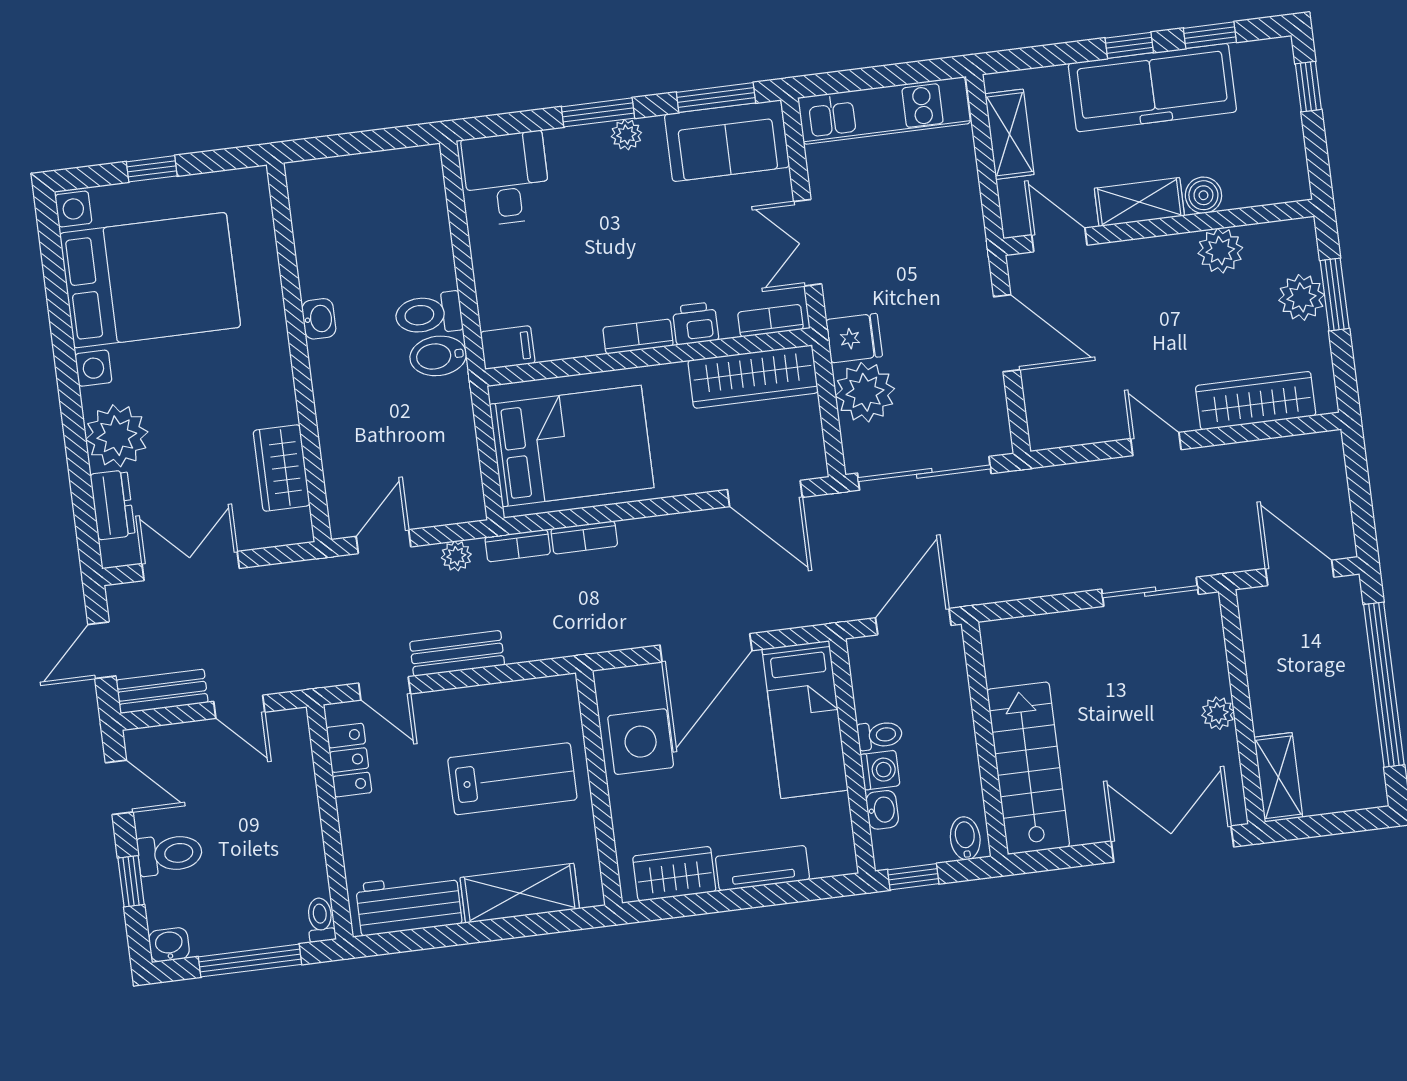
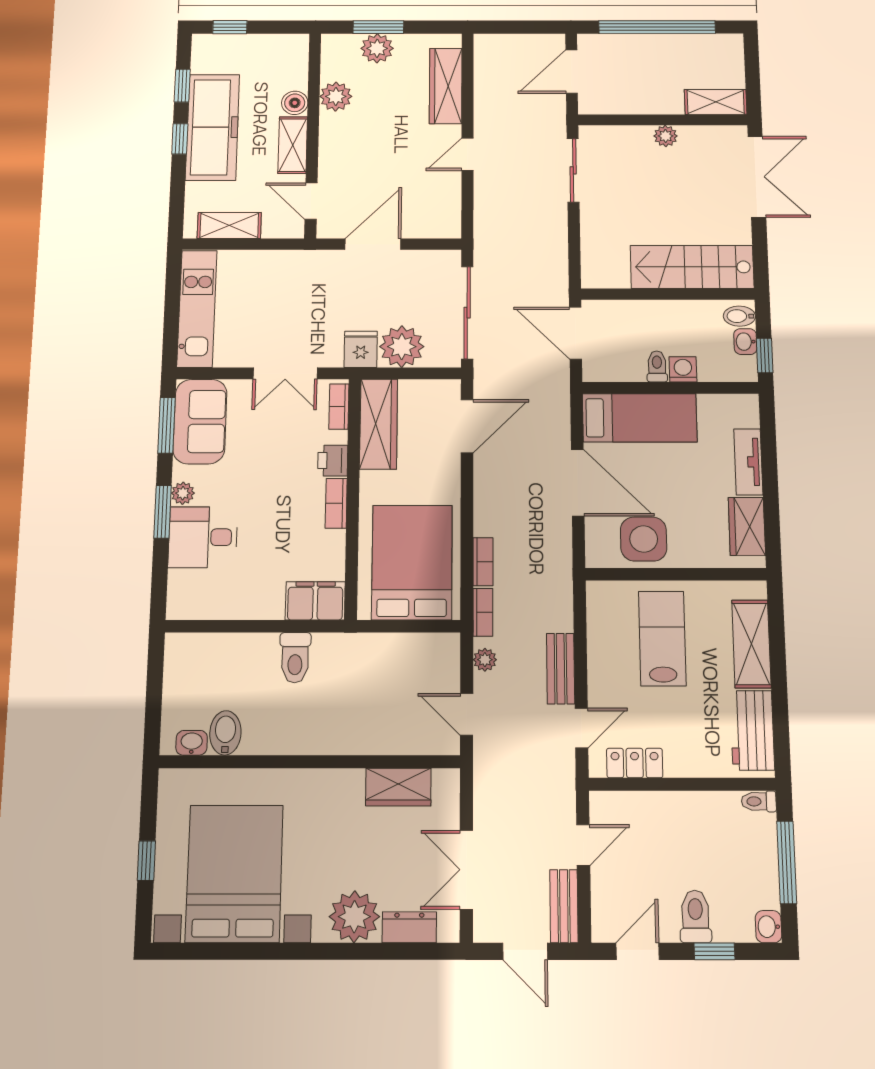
desk: (506, 179) -> (203, 537), moved
door: (1059, 240) -> (311, 201), hinge flipped
washbasin: (319, 319) -> (192, 743), moved
filing cabinet: (508, 348) -> (315, 601), width x2.00
bidet: (438, 356) -> (225, 733), moved, turned 180
washbasin: (882, 810) -> (745, 342), moved, turned -90
double door: (1172, 844) -> (757, 177), swing flipped

